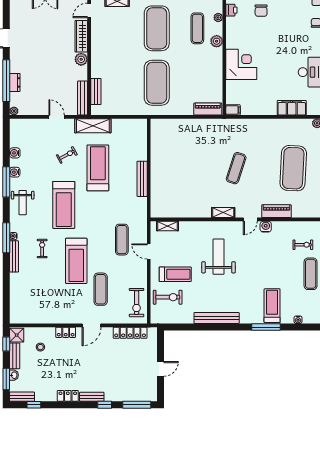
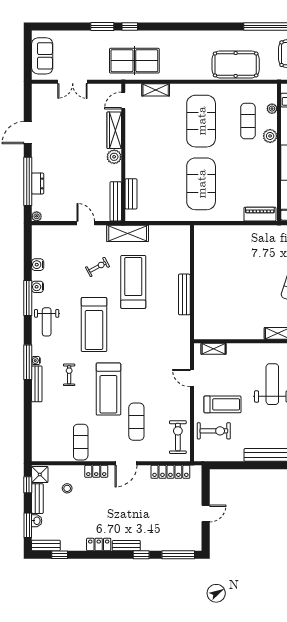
exercise mat: (122, 240) -> (81, 442), moved
exercise bike: (137, 303) -> (178, 437), turned 180

